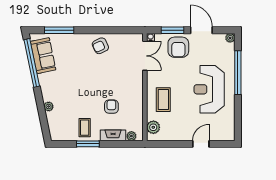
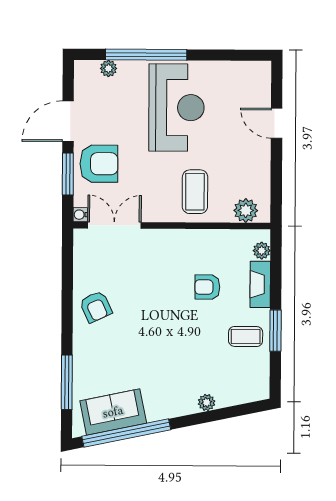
plant: (230, 38) -> (108, 68), moved
reception desk: (209, 89) -> (177, 108), turned -90
coffee table: (163, 100) -> (195, 192), turned 90

